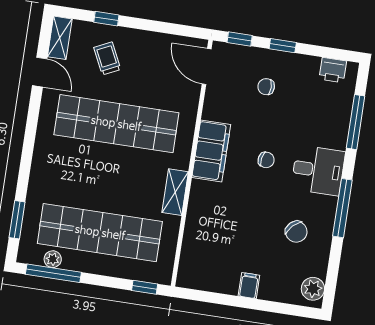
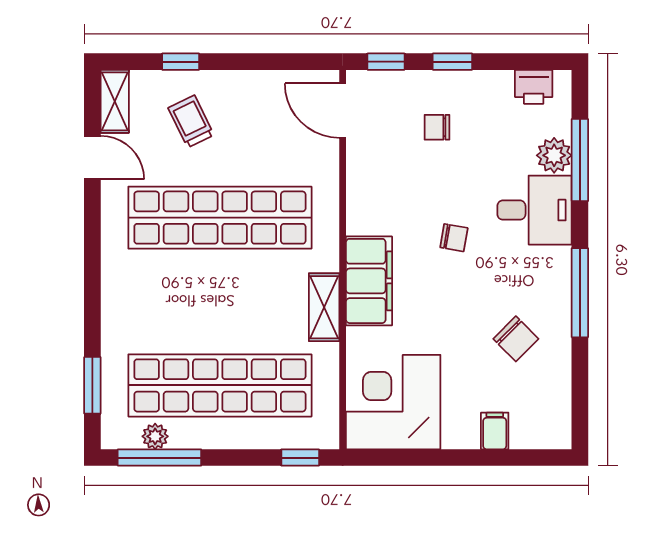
filing cabinet: (211, 151) -> (369, 281), moved
desk: (318, 170) -> (534, 210), moved
corner desk: (210, 261) -> (393, 402), added
filing cabinet: (249, 286) -> (495, 431), moved
plant: (313, 289) -> (554, 155), moved

